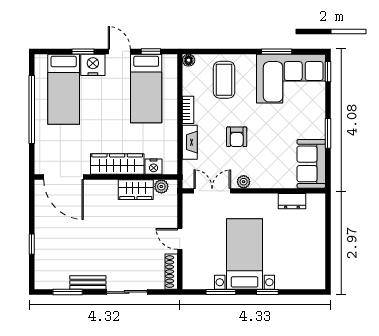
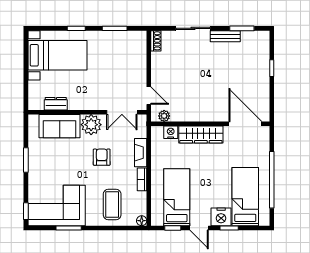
sofa: (311, 164) -> (60, 126), moved, turned 90
plant: (244, 182) -> (91, 125), width x1.88, depth x1.88
wardrobe: (136, 190) -> (185, 113), removed
door: (180, 239) -> (149, 96), moved
bed with nightstands: (245, 254) -> (57, 55), moved, turned -90
shoe rack: (171, 272) -> (156, 41), width x0.70

